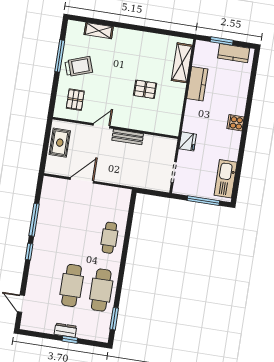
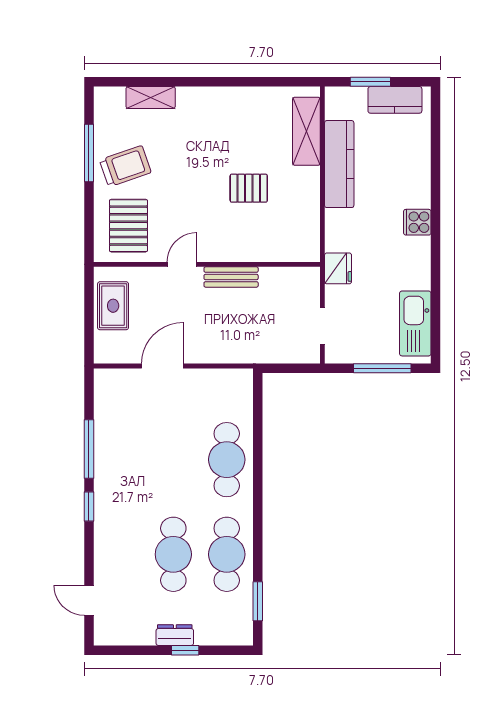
kitchen counter: (197, 84) -> (339, 164), width x1.50
pallet: (75, 100) -> (128, 226), width x1.50, depth x1.42
cafe table: (109, 238) -> (227, 460), width x1.37, depth x1.35

